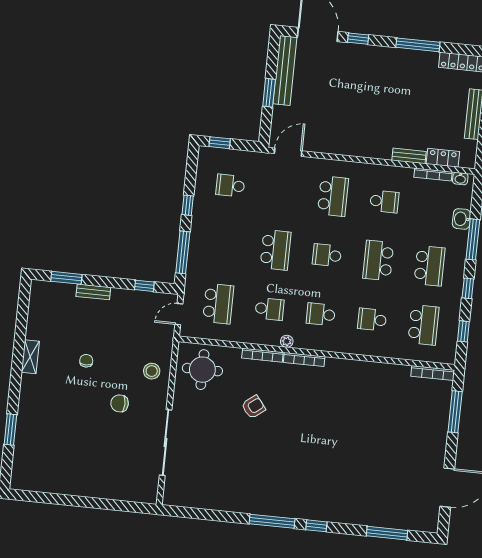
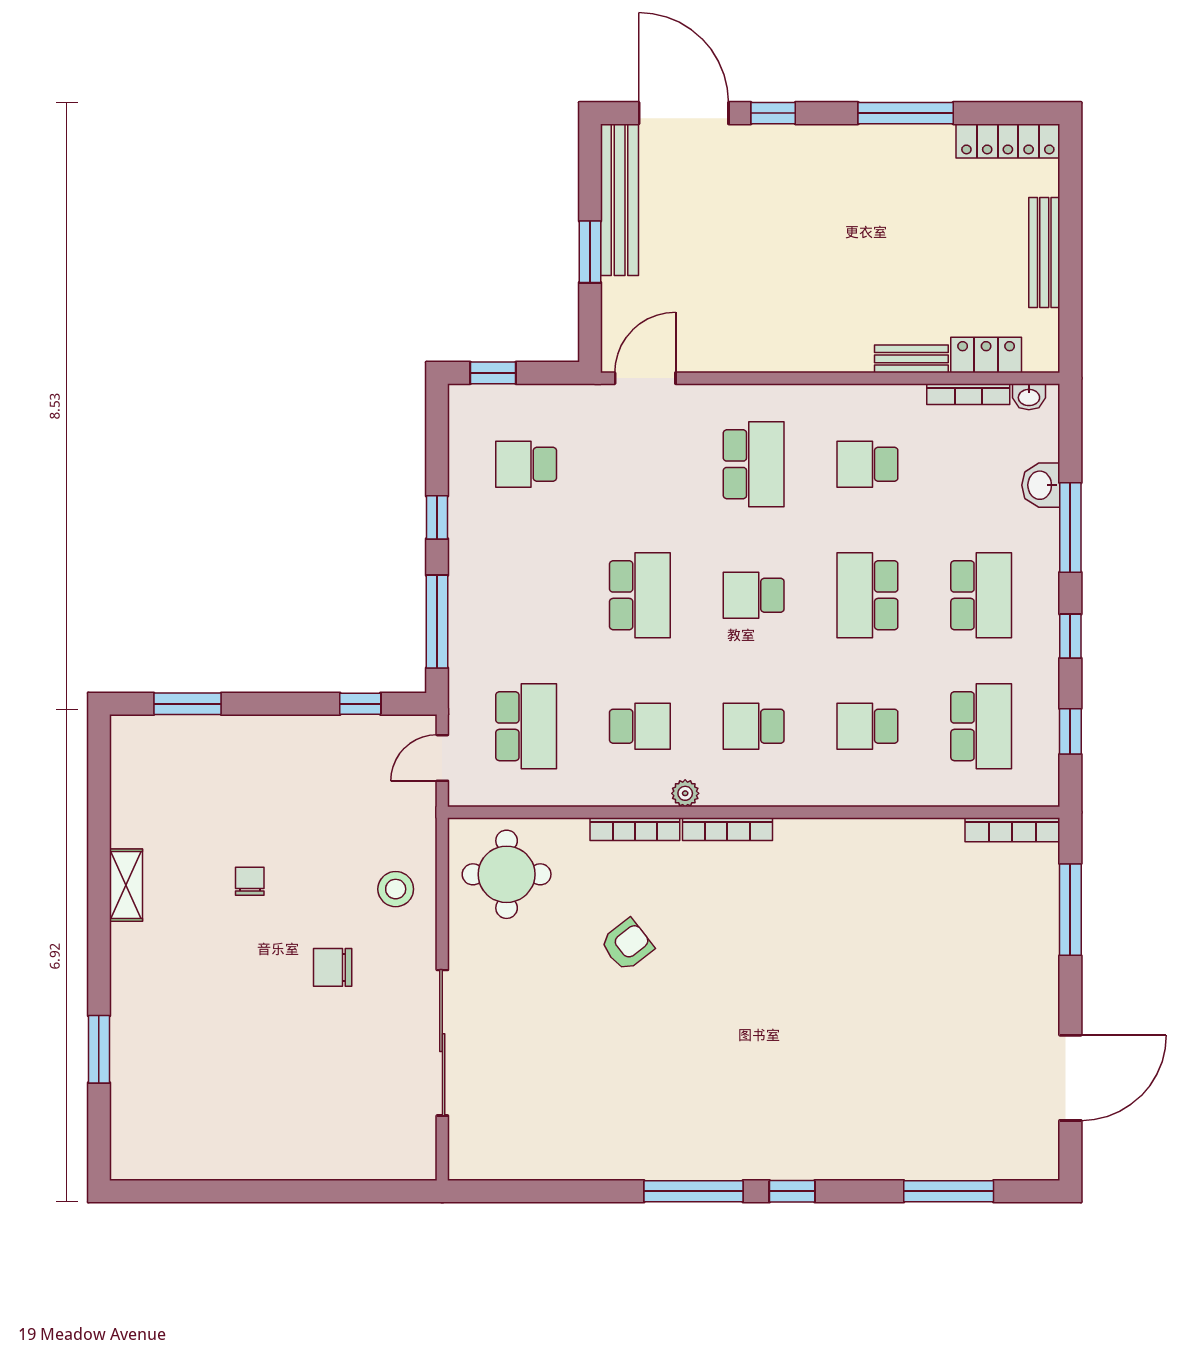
school desk: (384, 201) -> (867, 464), turned 180
bench: (93, 292) -> (250, 729), removed

